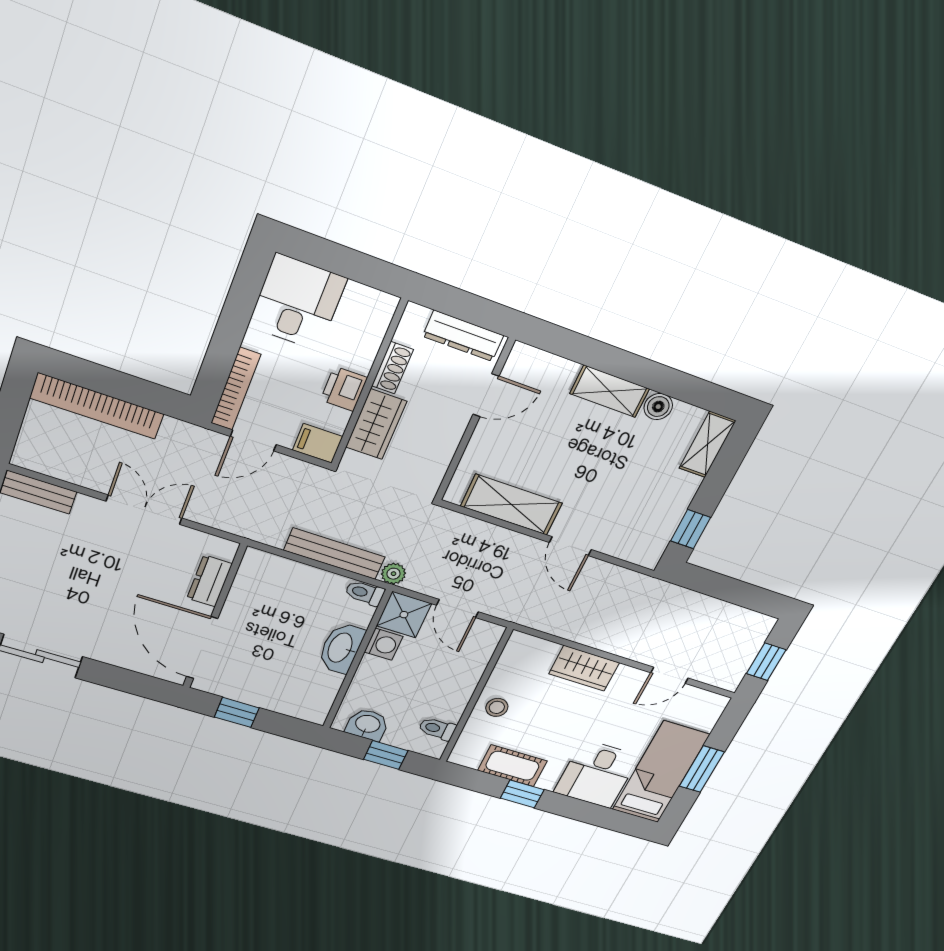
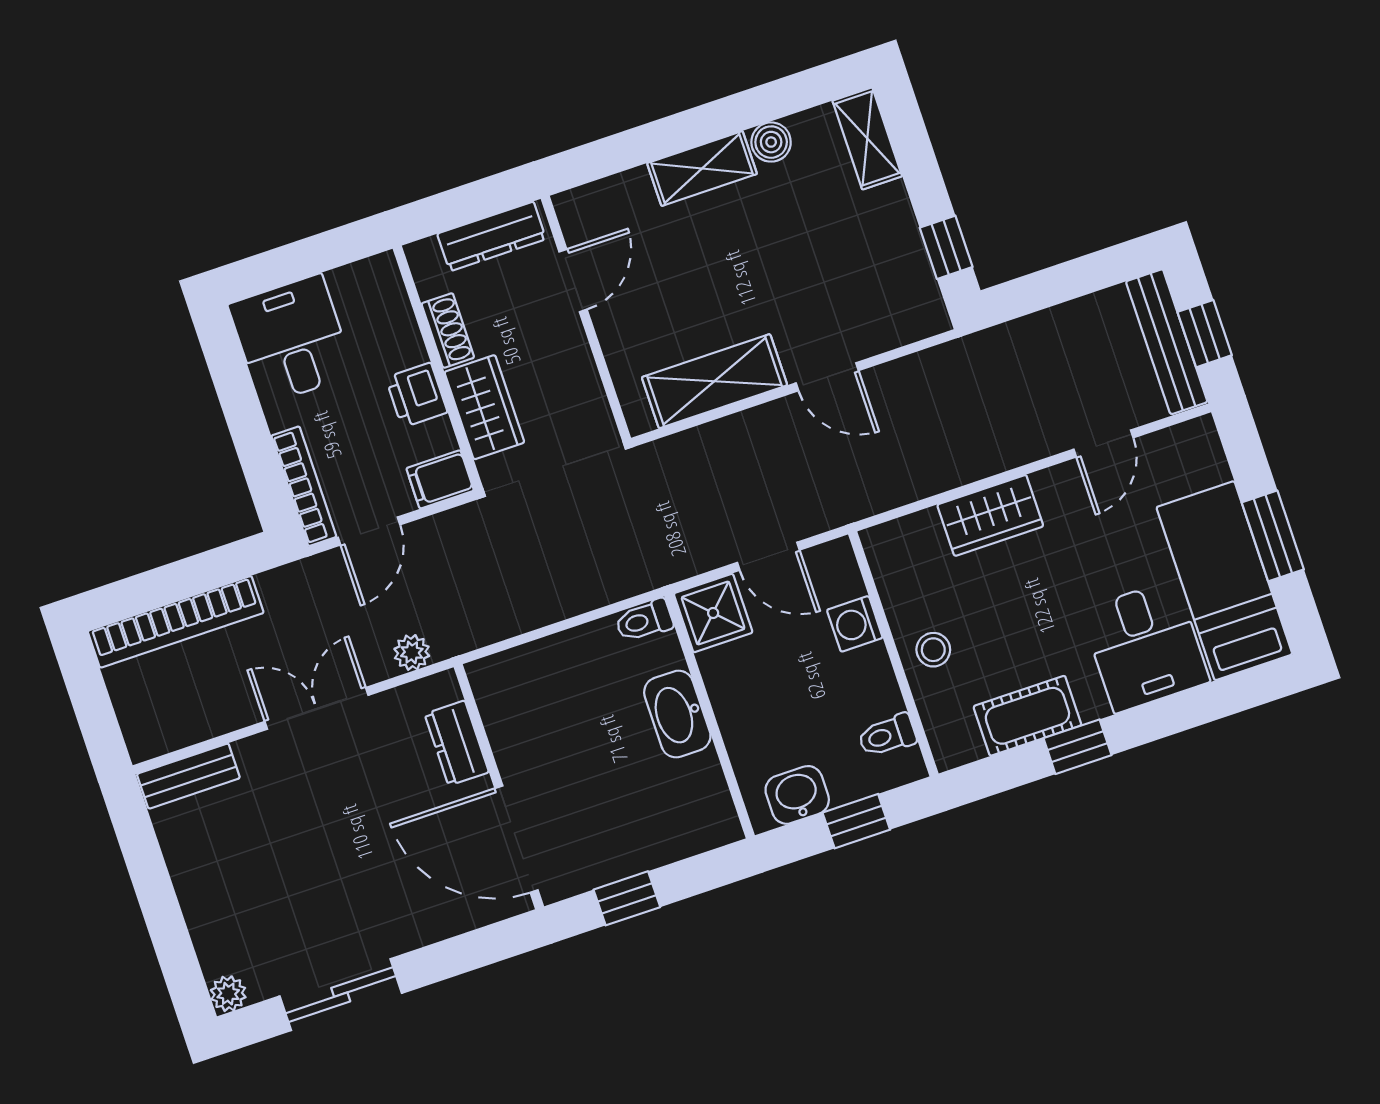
bench: (334, 554) -> (1167, 342), moved, turned 90
plant: (393, 574) -> (412, 652), moved
washing machine: (384, 644) -> (855, 624), moved, turned 180

